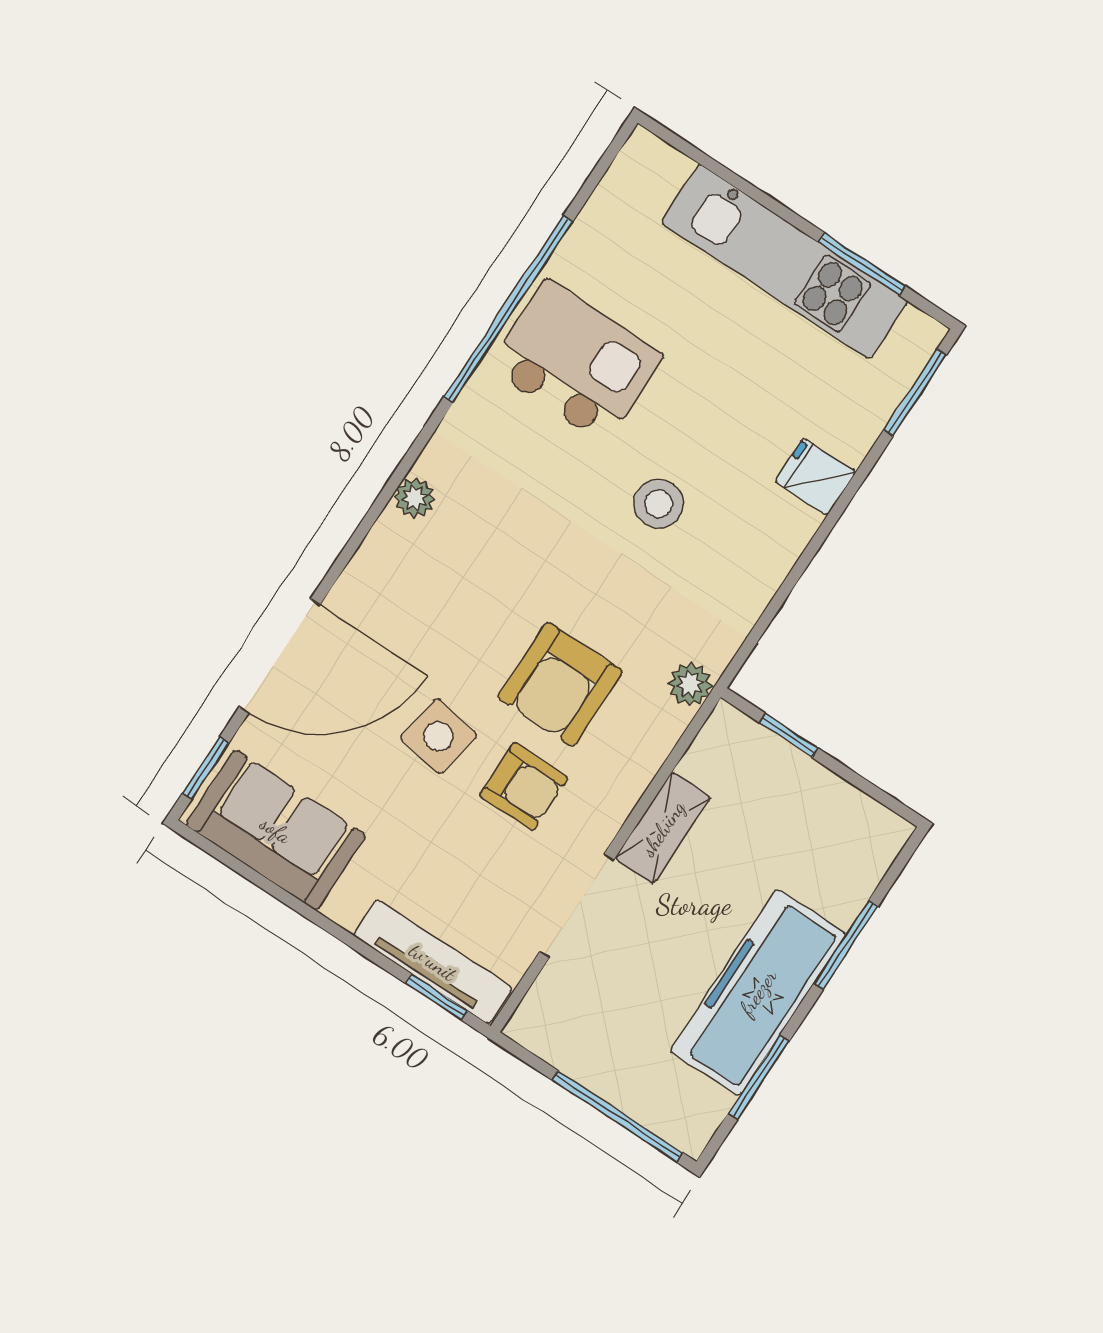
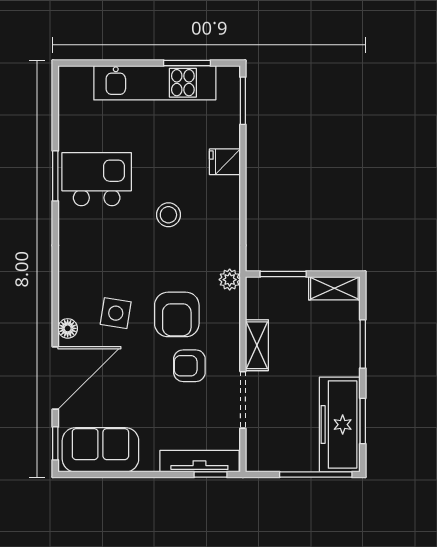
window: (508, 309) -> (55, 176), width x0.47
plant: (415, 498) -> (68, 278), removed
floor lamp: (357, 585) -> (68, 328), added
window: (788, 735) -> (283, 274), width x1.50
side table: (439, 736) -> (116, 313), moved
armchair: (524, 787) -> (189, 366), turned 180
shelving: (860, 817) -> (334, 288), added
freezer: (758, 992) -> (340, 425), moved

